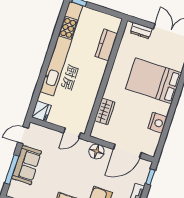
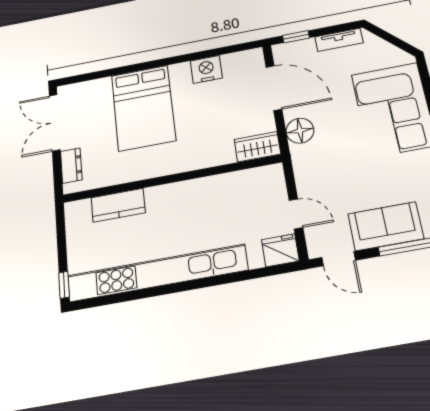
wardrobe: (105, 111) -> (257, 147), moved
door: (72, 133) -> (296, 214), moved

